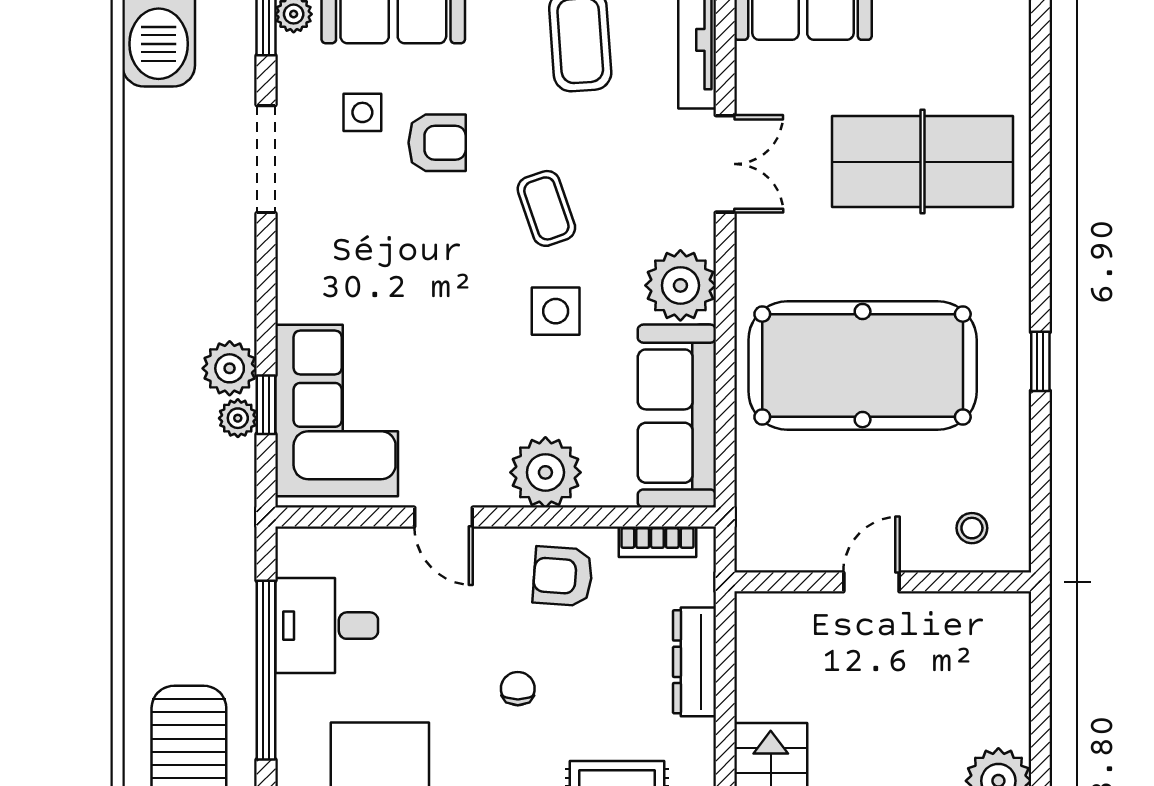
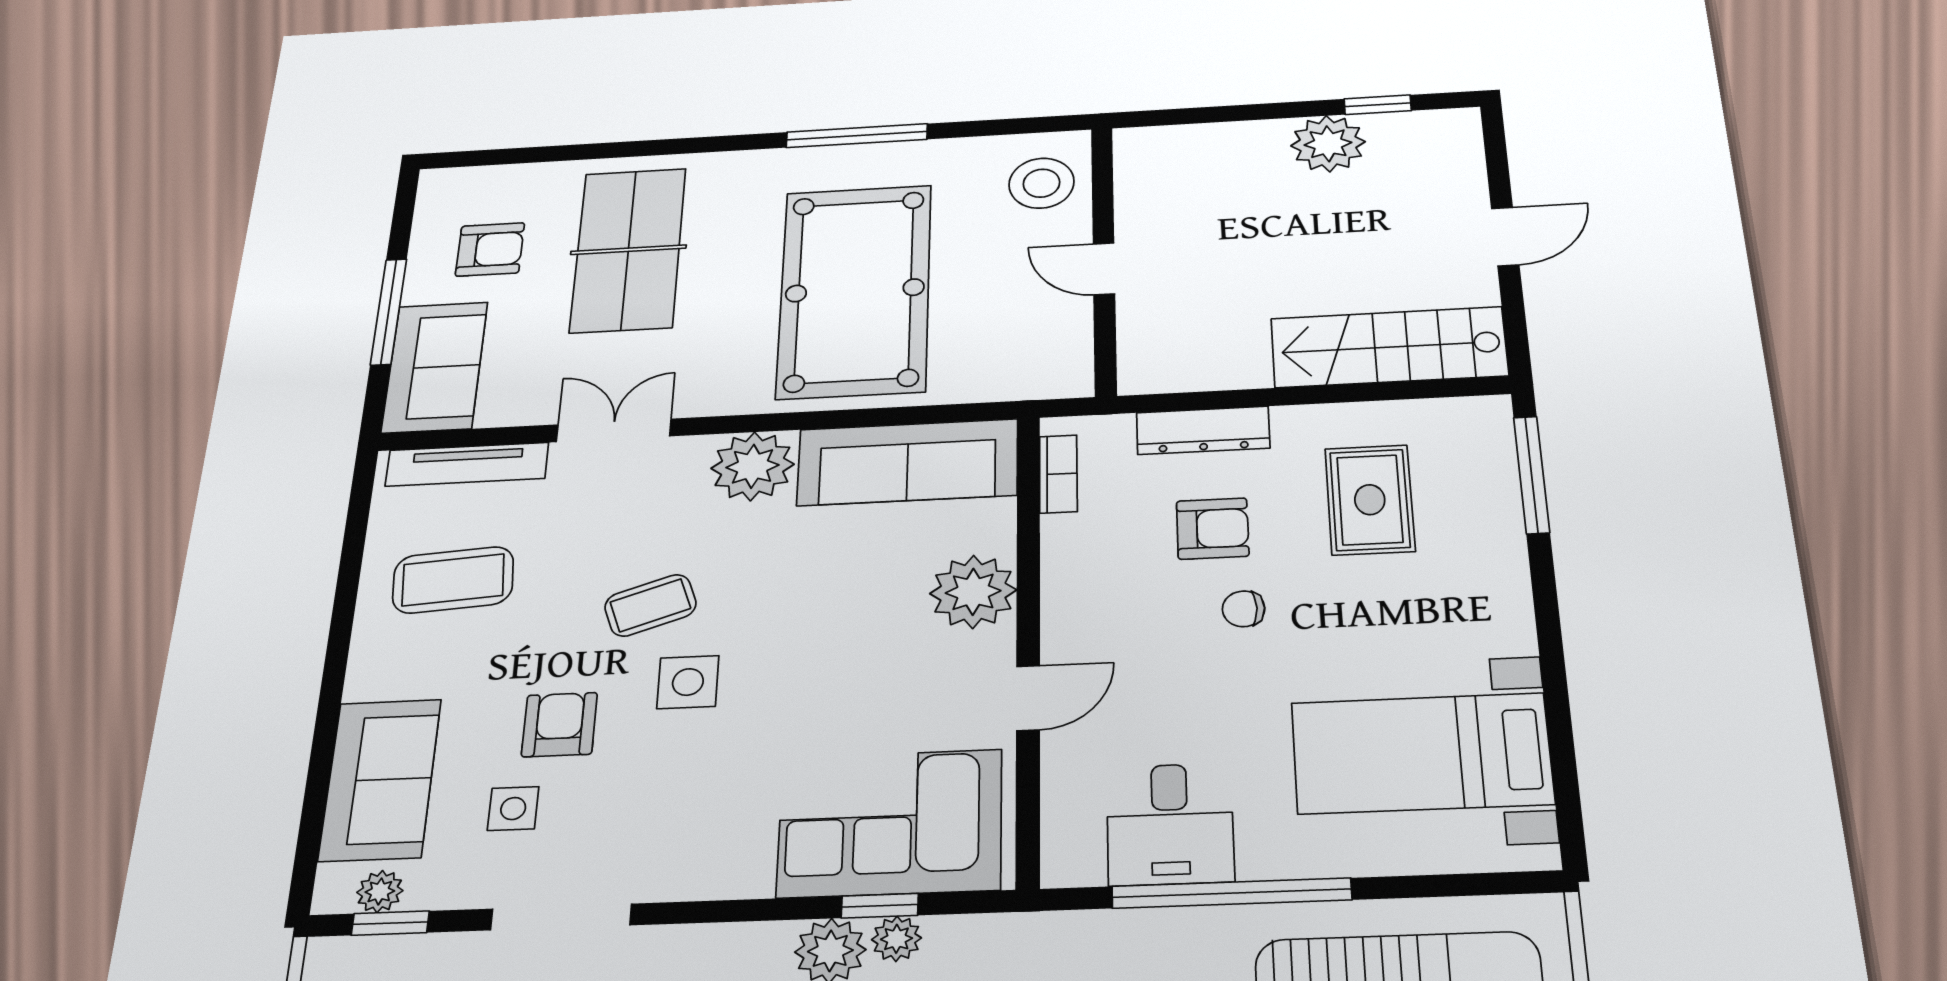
armchair: (932, 36) -> (490, 249), added
side table: (556, 311) -> (688, 682), moved
window: (1040, 361) -> (857, 136), width x2.17
stool: (972, 528) -> (1041, 183), width x1.89, depth x1.89
armchair: (563, 576) -> (1213, 529), moved, turned -94

